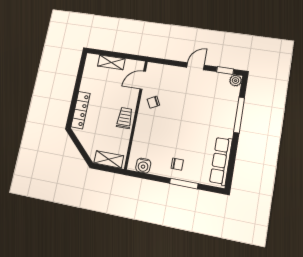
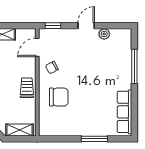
window: (225, 71) -> (53, 26), moved
plant: (236, 81) -> (104, 34), moved
chair: (177, 164) -> (59, 97), moved, width x1.87, depth x1.87
water cooler: (143, 166) -> (54, 130), removed

